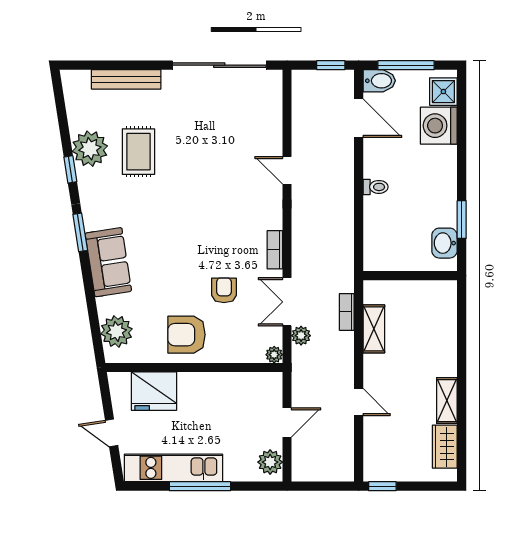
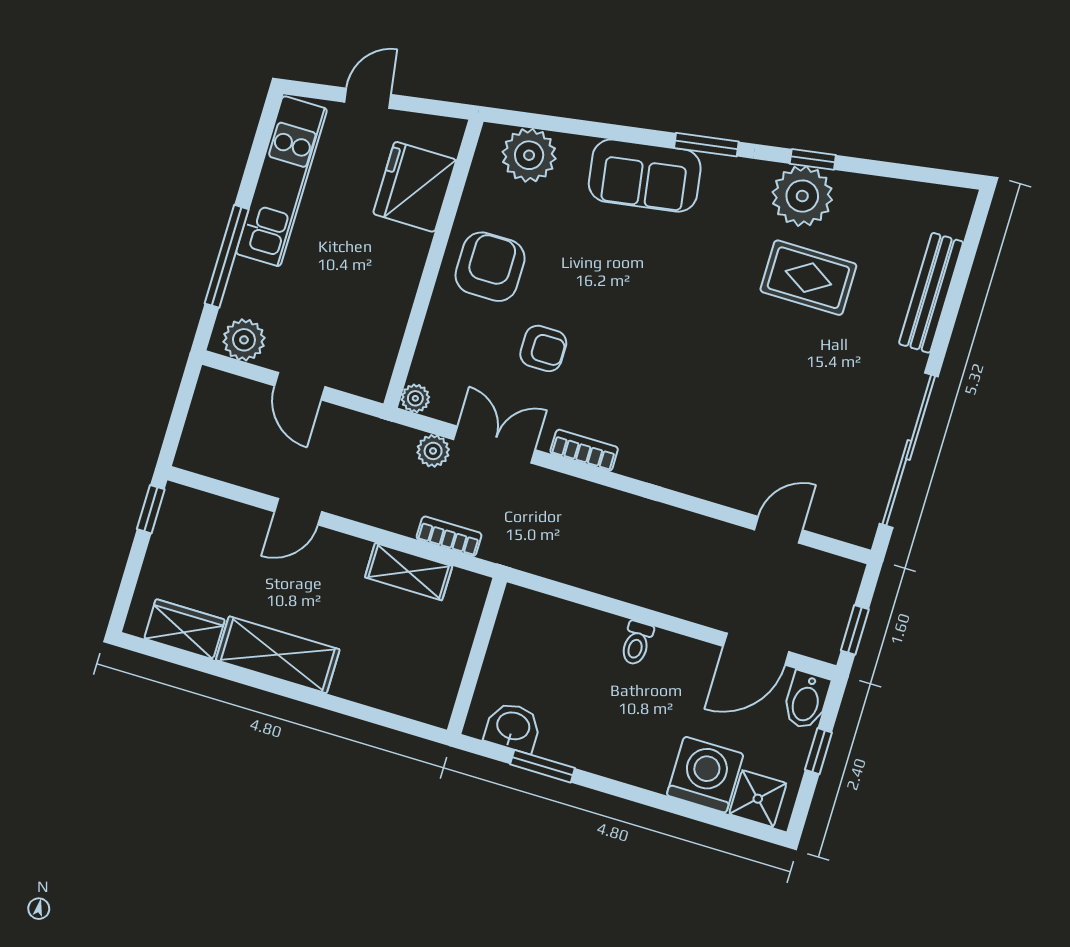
window: (406, 65) -> (818, 751), width x0.46
plant: (90, 149) -> (802, 196), moved
door: (287, 170) -> (778, 530), moved
shelving: (447, 401) -> (278, 655), width x1.50, depth x1.33
window: (200, 486) -> (227, 256), moved

